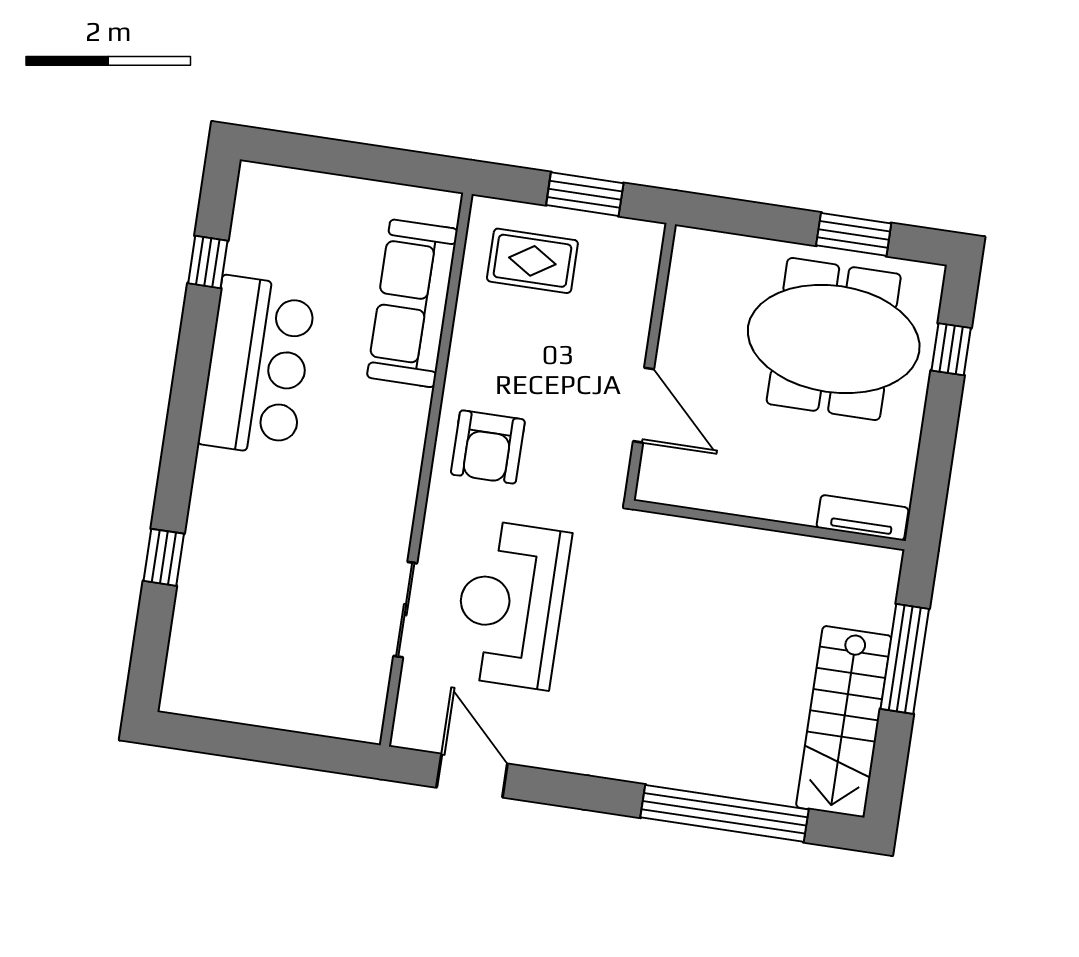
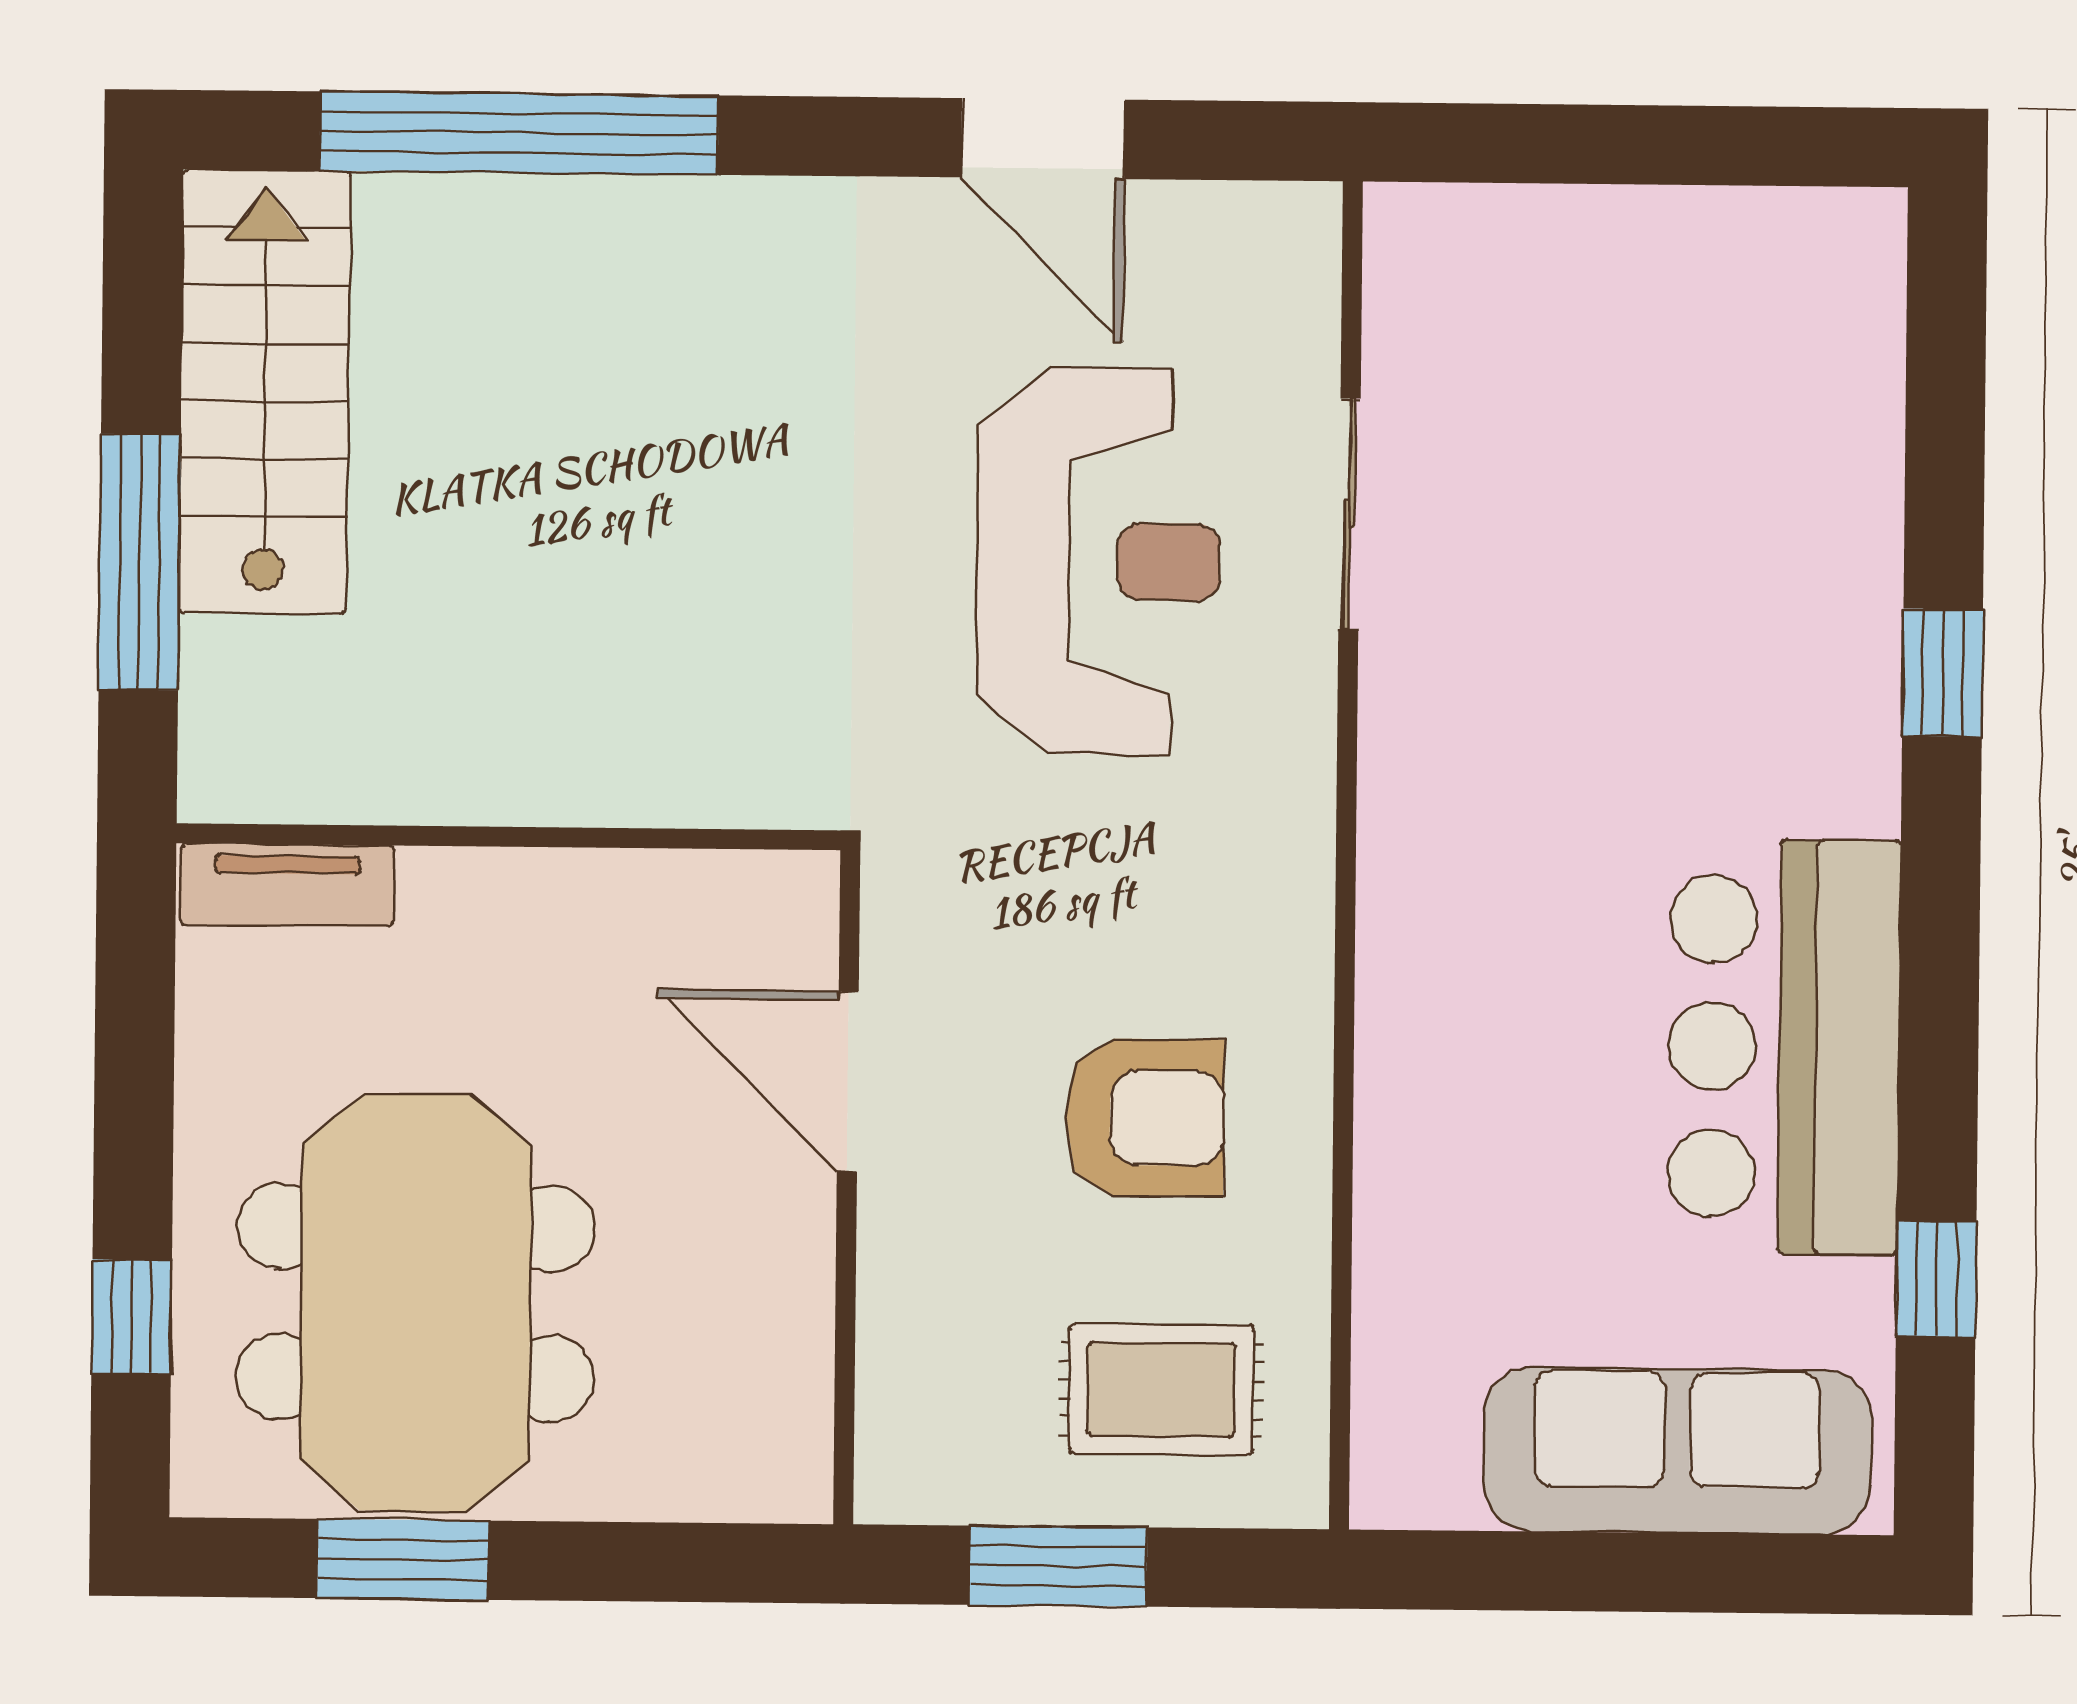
sofa: (412, 303) -> (1677, 1451), moved, turned -90
meeting table: (834, 339) -> (416, 1303), turned 90
armchair: (488, 447) -> (1145, 1118), moved, turned 90
window: (164, 557) -> (1943, 673), moved
door: (472, 776) -> (1043, 139), moved

